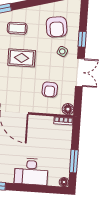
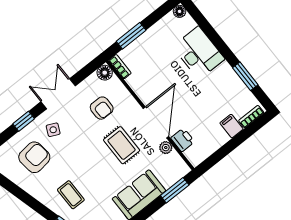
rug: (22, 58) -> (122, 145), moved
armchair: (50, 89) -> (102, 108), turned 88
window: (74, 161) -> (131, 36), moved

